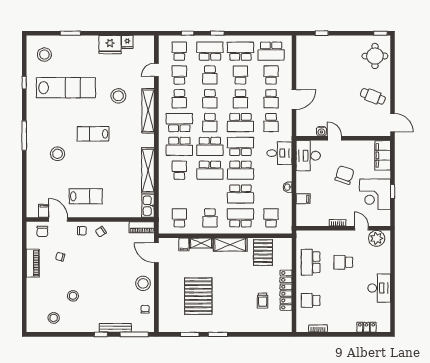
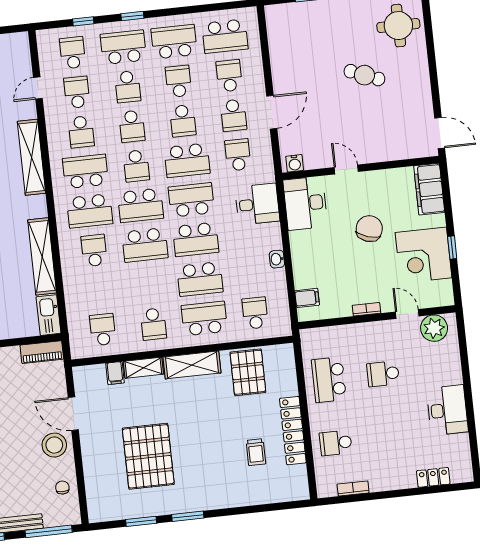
cafe table: (373, 96) -> (364, 75), moved
school desk: (271, 123) -> (238, 155), turned 180
water cooler: (321, 131) -> (295, 163), moved
filing cabinet: (303, 199) -> (307, 298), moved
door: (156, 253) -> (73, 414), moved

